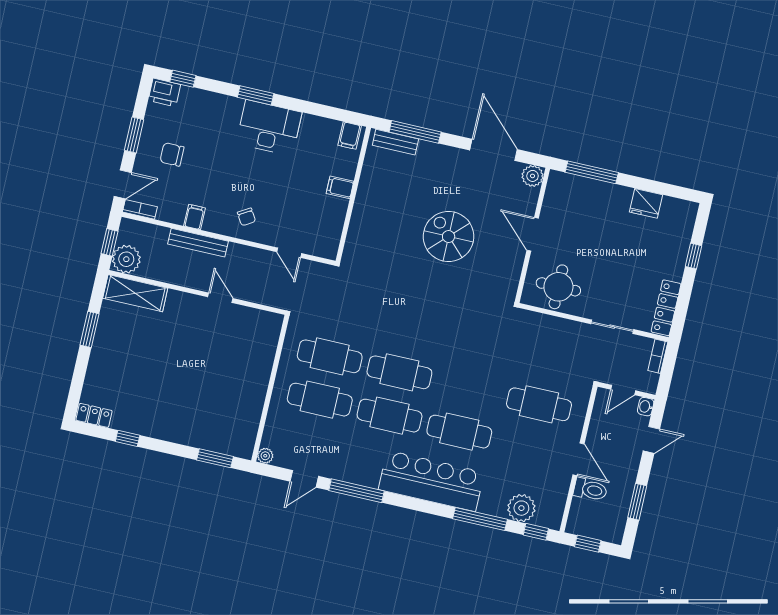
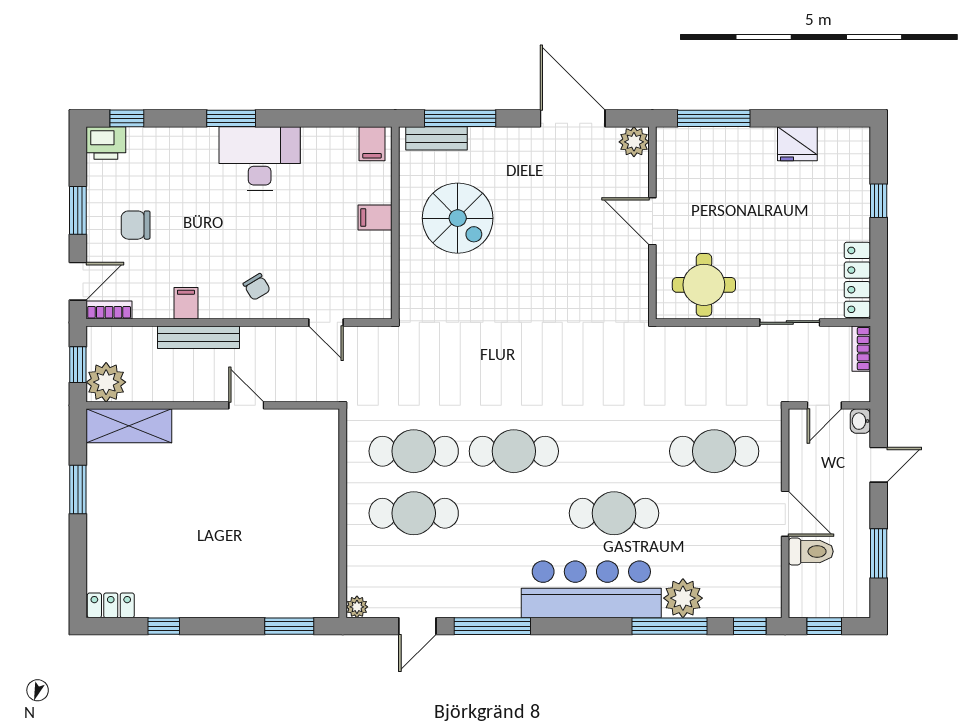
spiral stairs: (449, 236) -> (458, 218), moved, turned 180
cafe table: (390, 416) -> (514, 513), removed
plant: (521, 508) -> (683, 598), moved

